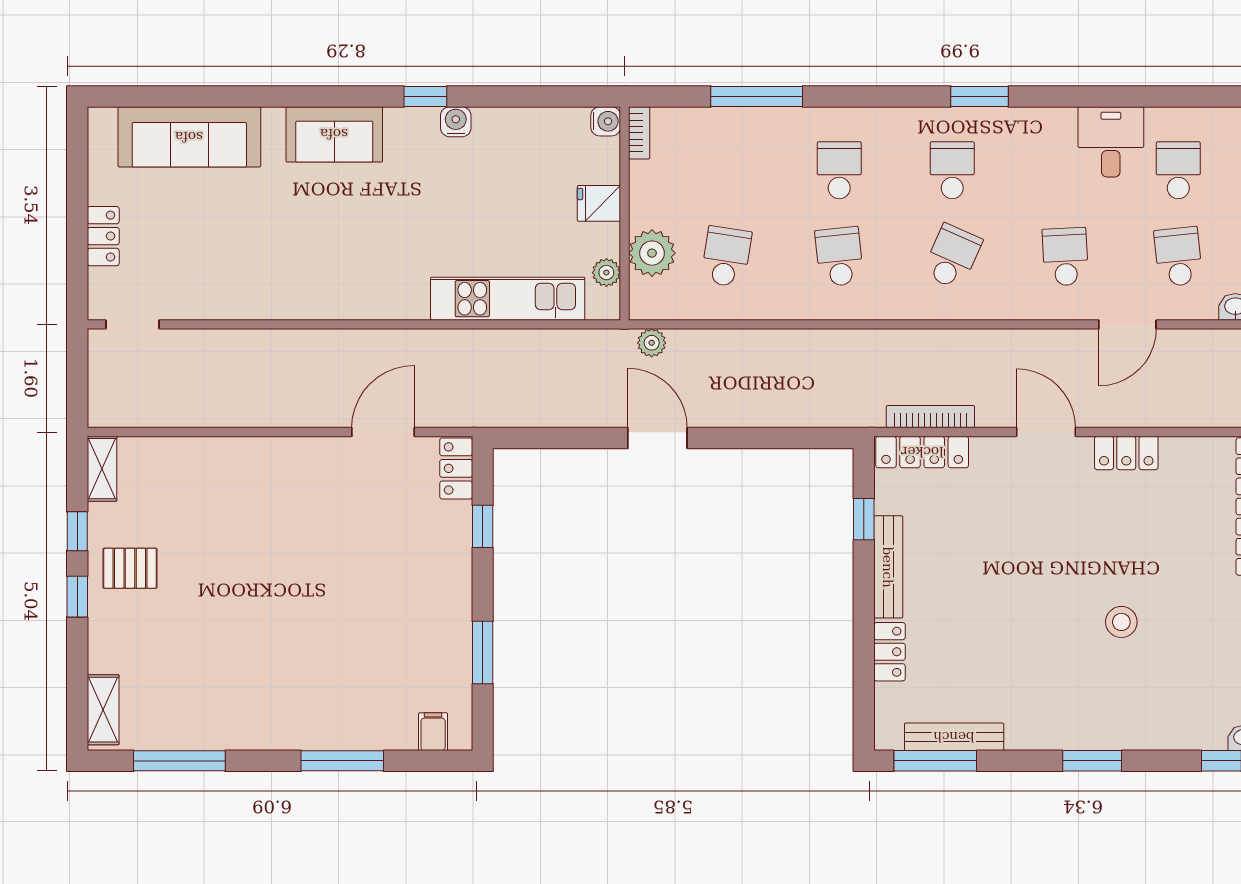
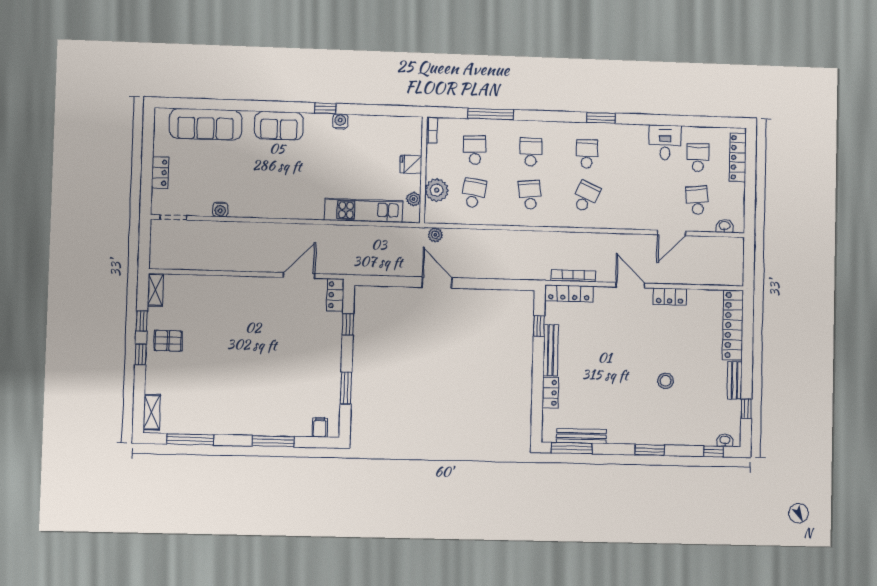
water cooler: (606, 121) -> (220, 210), moved, turned 90
school desk: (1065, 257) -> (475, 150), moved

